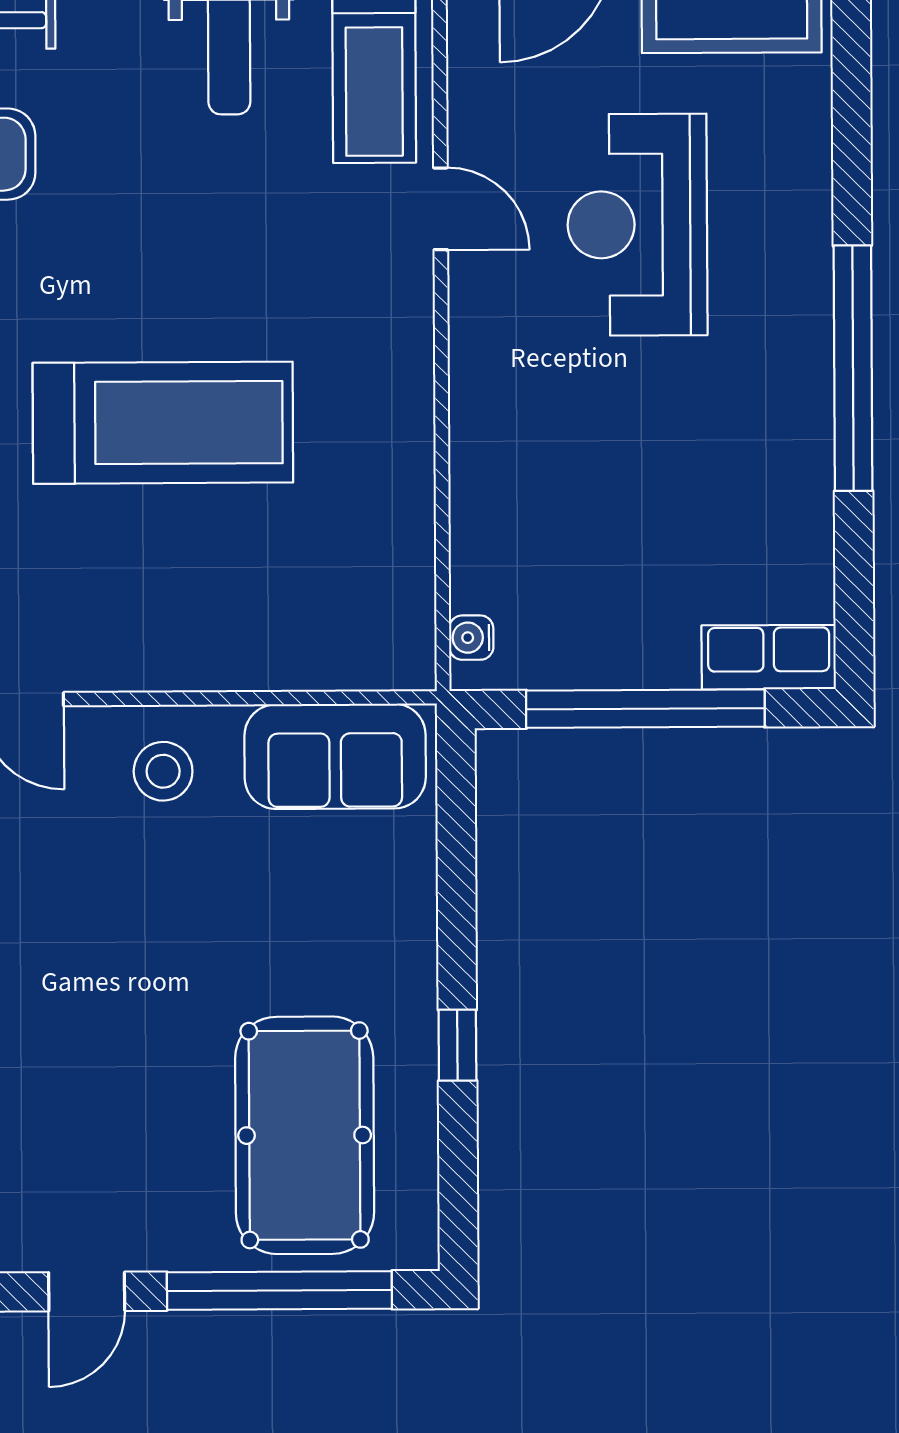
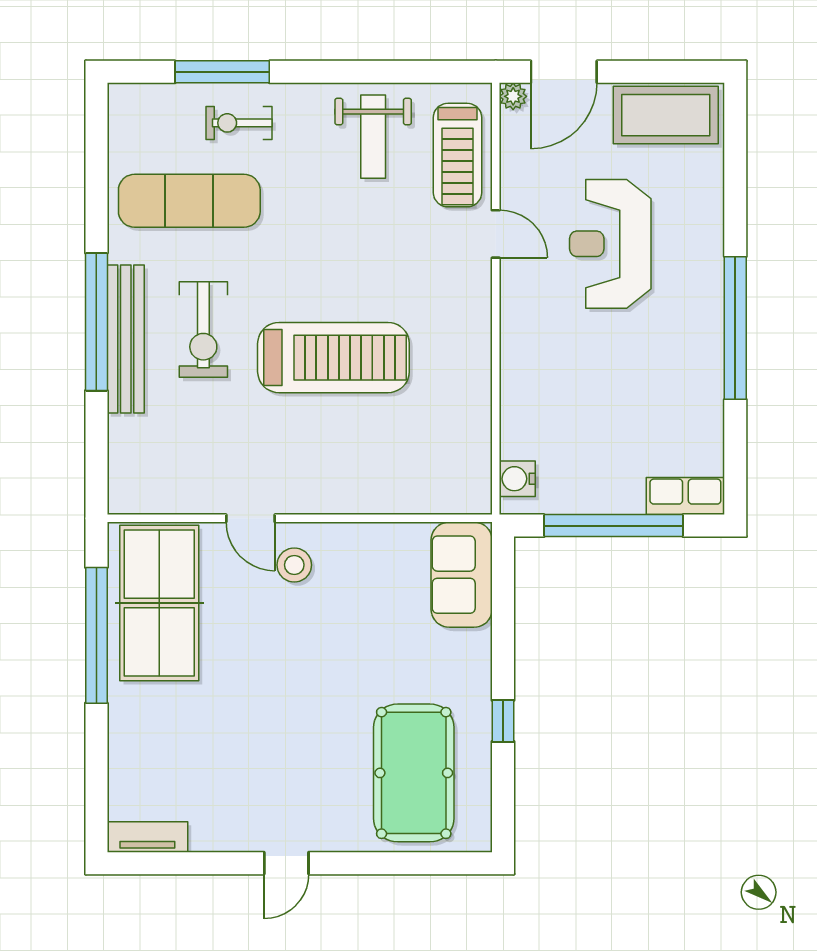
water cooler: (471, 638) -> (517, 479), width x1.38, depth x1.38
sofa: (335, 756) -> (462, 575), moved, turned 90
stool: (163, 771) -> (294, 565), moved
window: (279, 1291) -> (399, 863), removed

